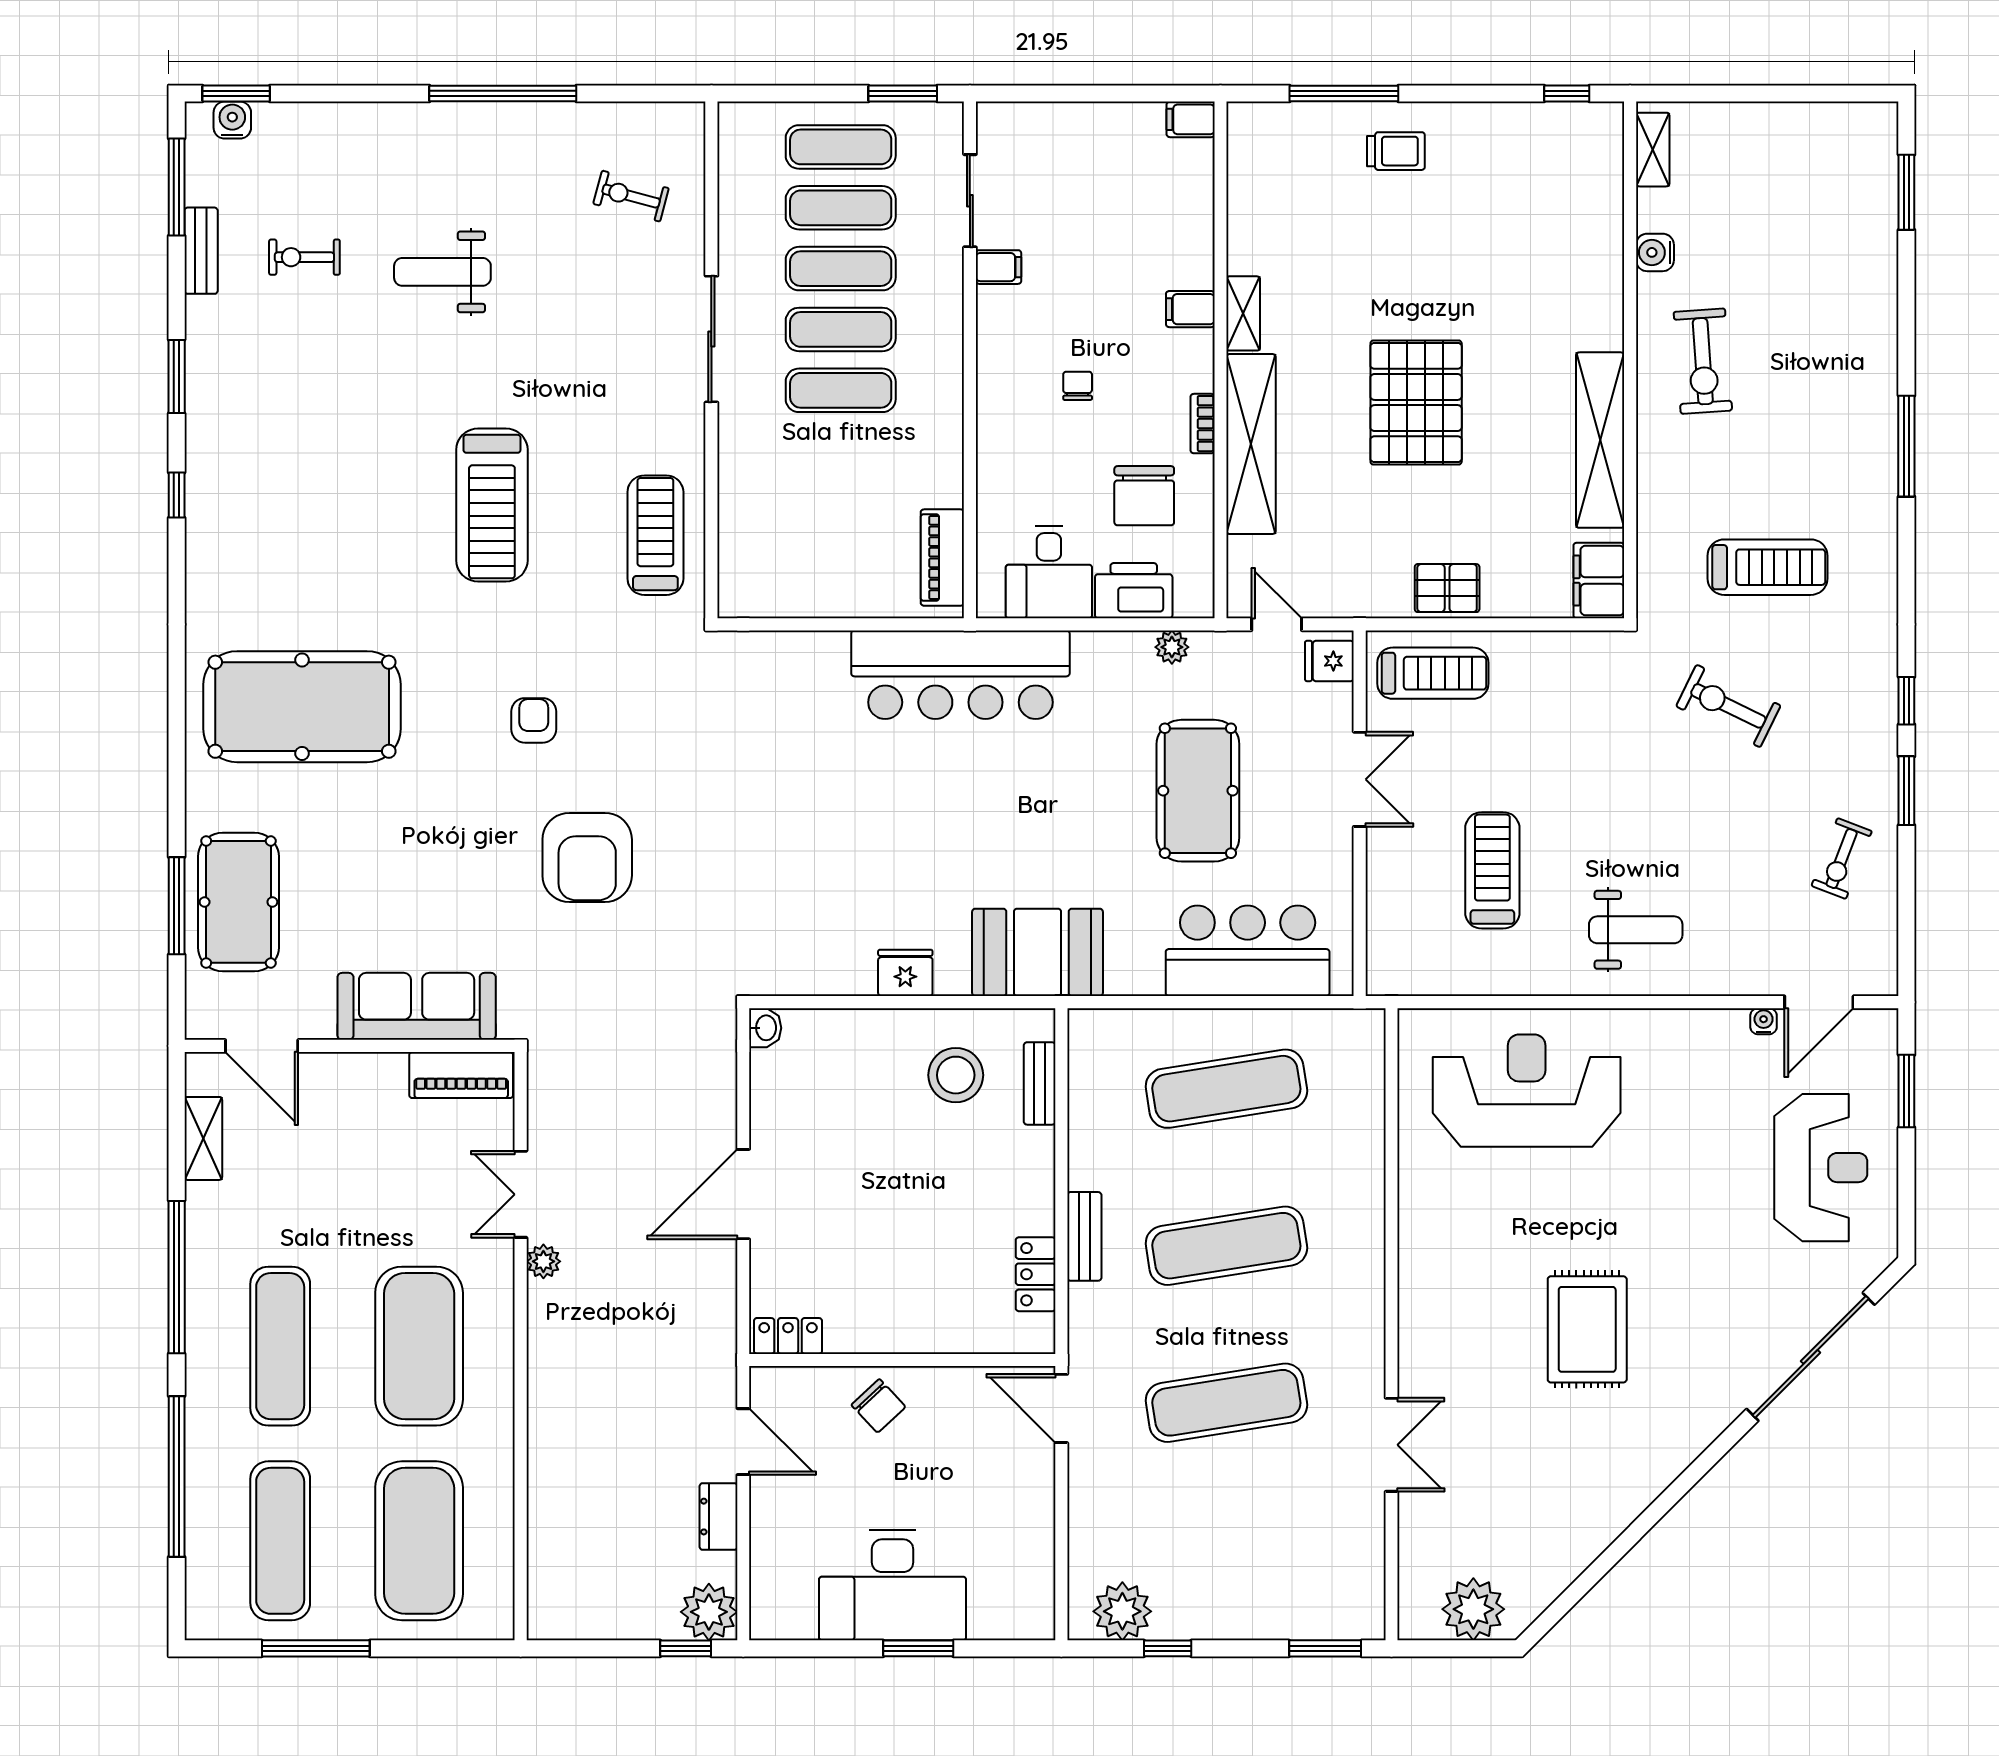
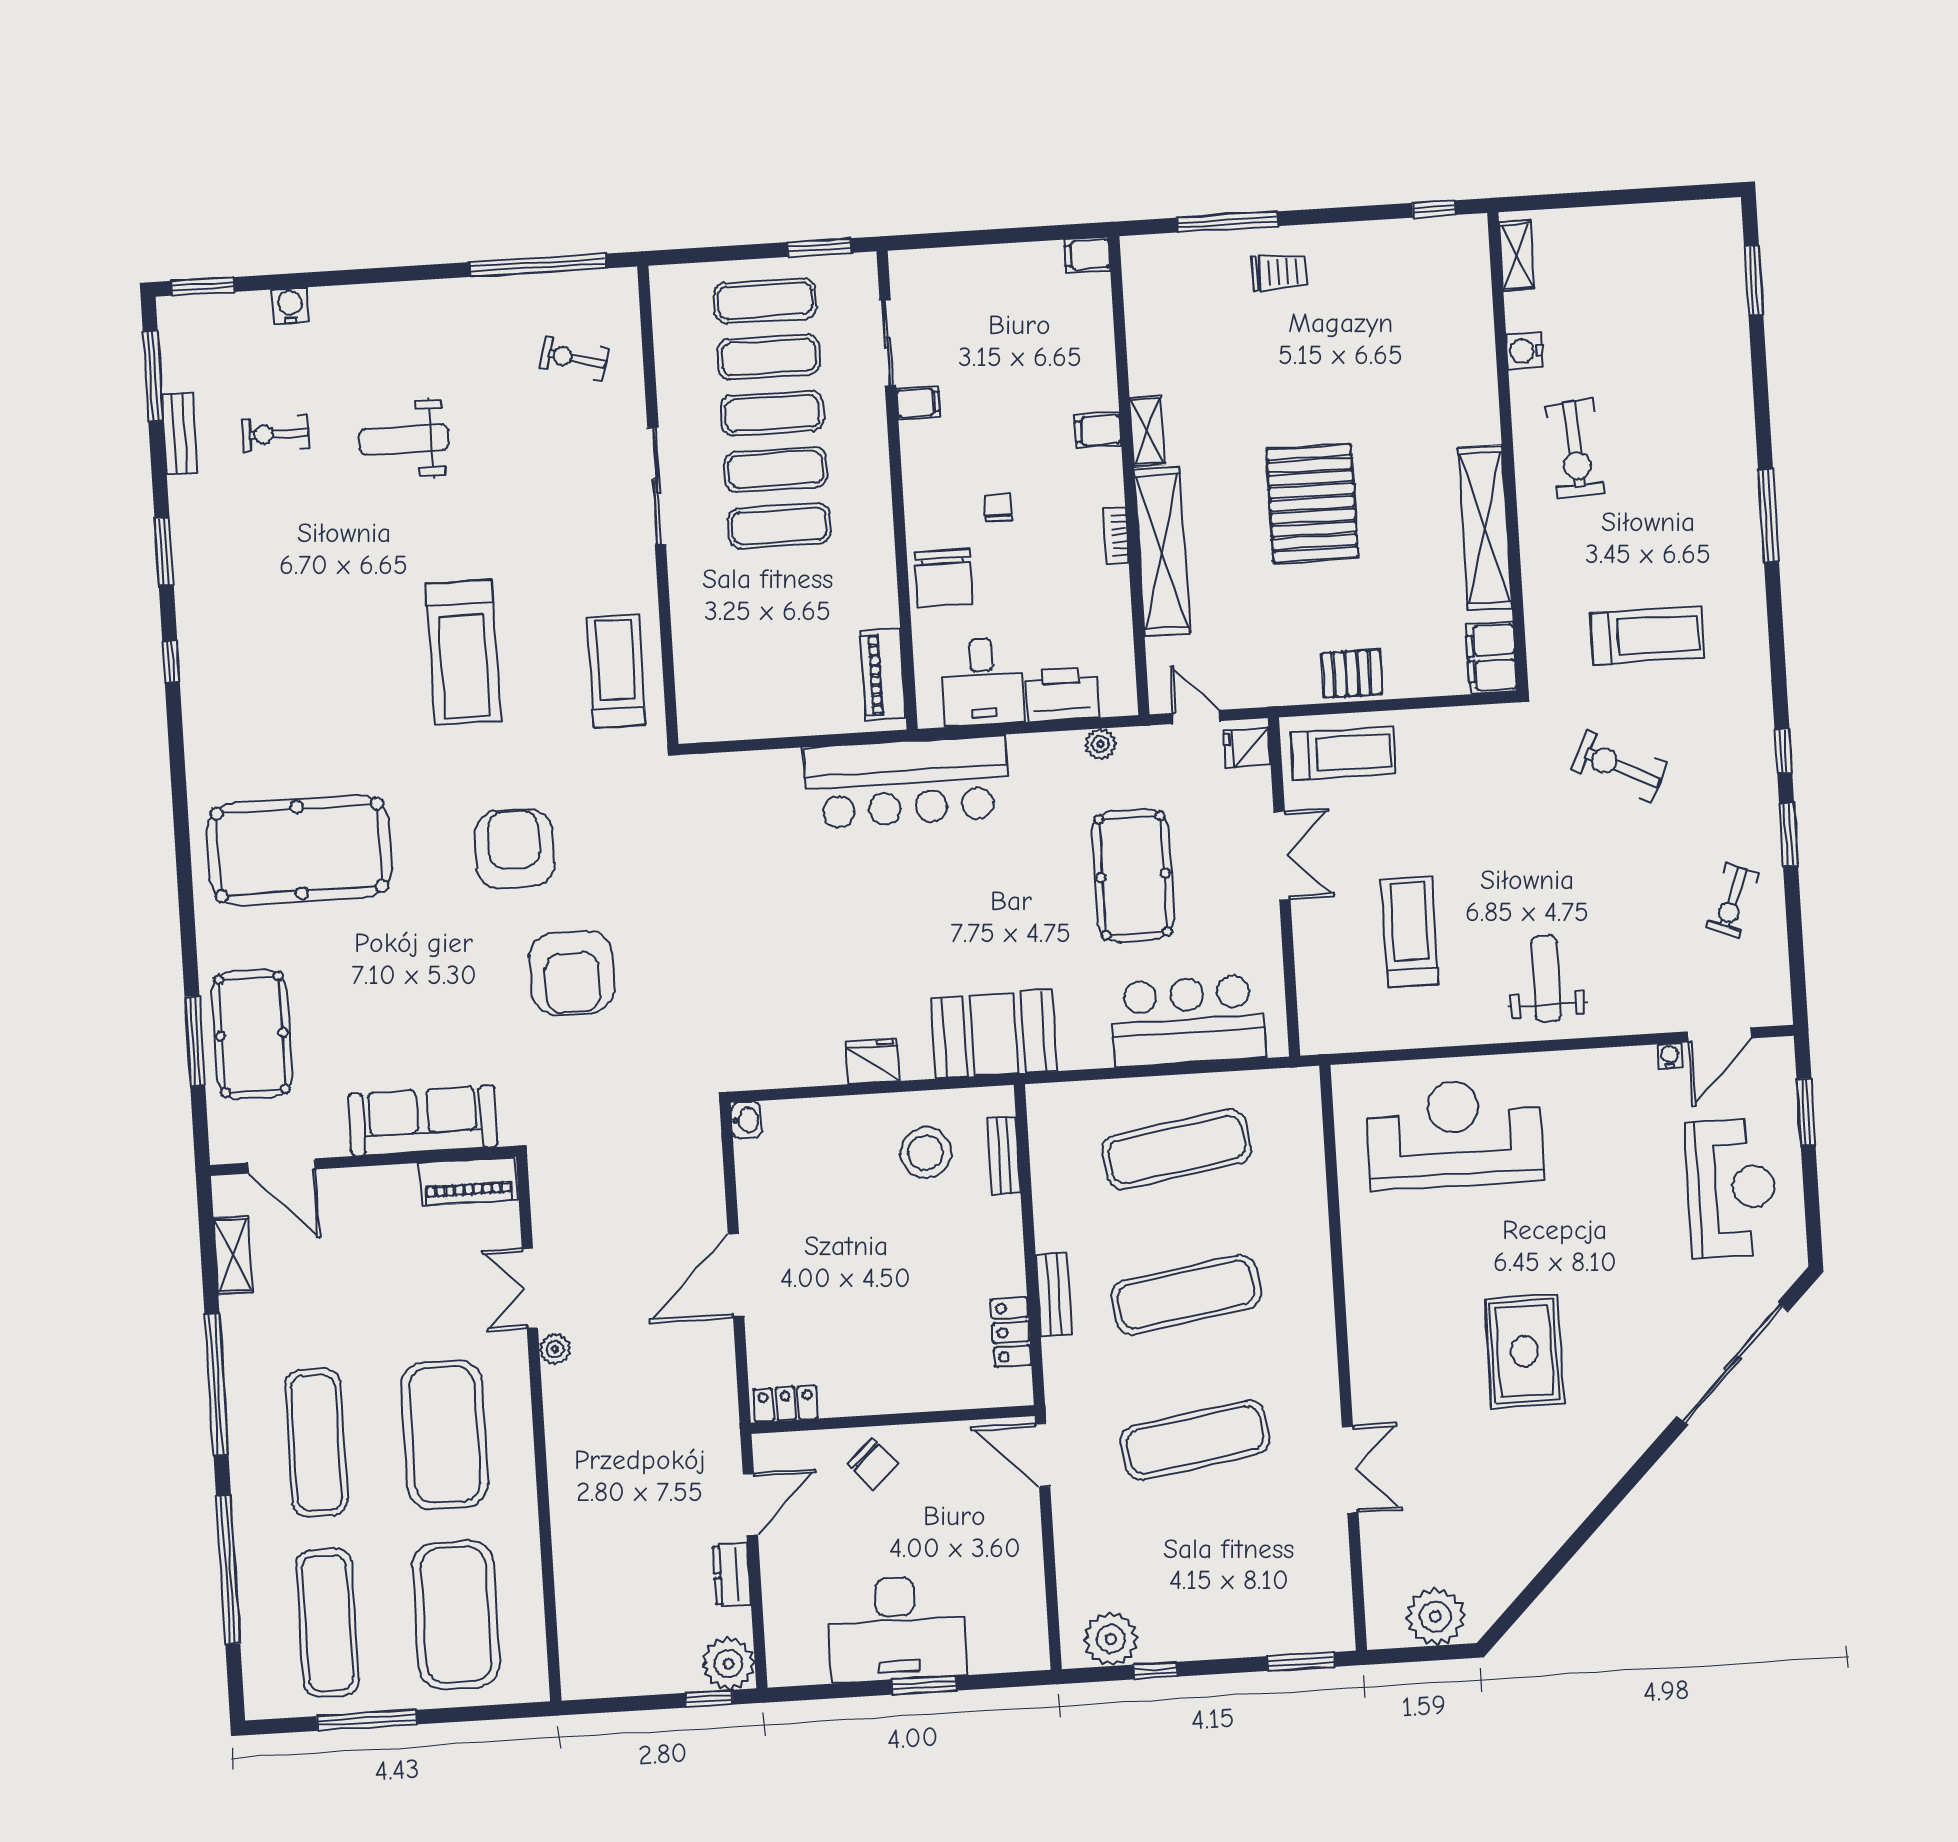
window: (503, 93) -> (538, 265), moved
water cooler: (232, 120) -> (290, 306), moved
chair: (1144, 496) -> (943, 578), moved
armchair: (534, 720) -> (514, 849), width x1.88, depth x1.88
weight bench: (1636, 930) -> (1546, 979), turned -90
door: (743, 1442) -> (750, 1504), hinge flipped

